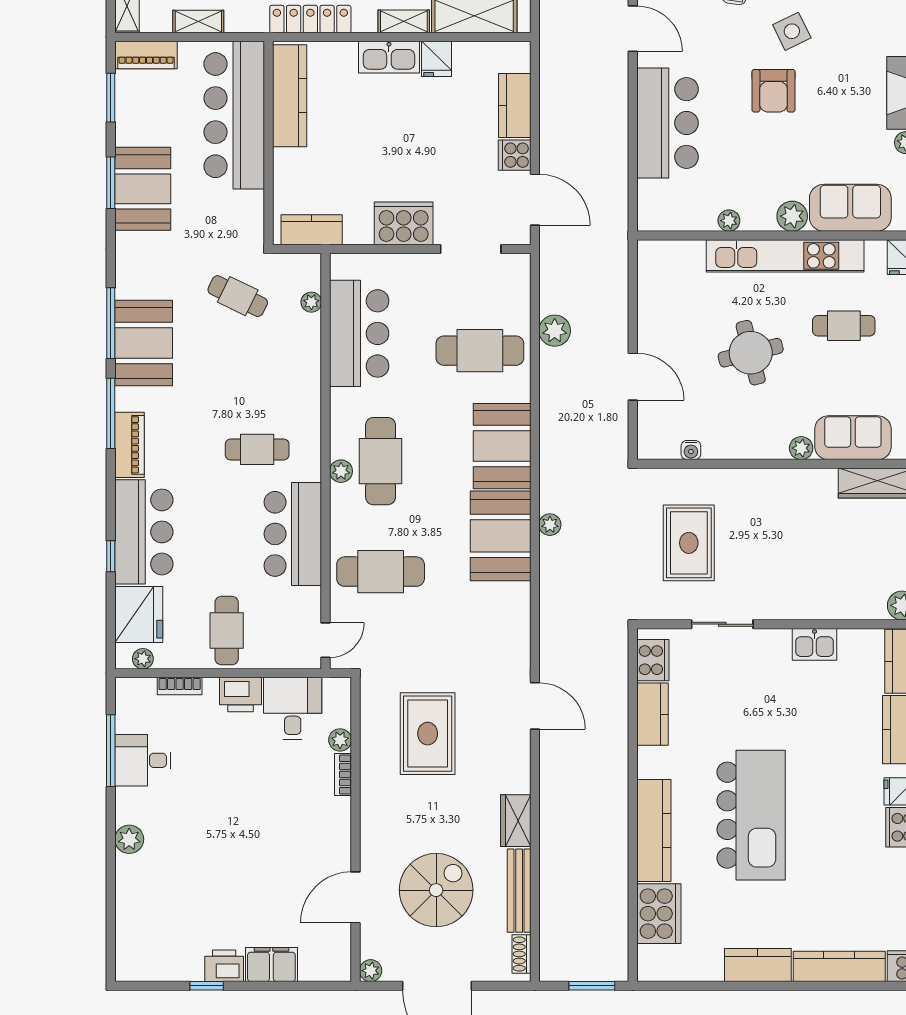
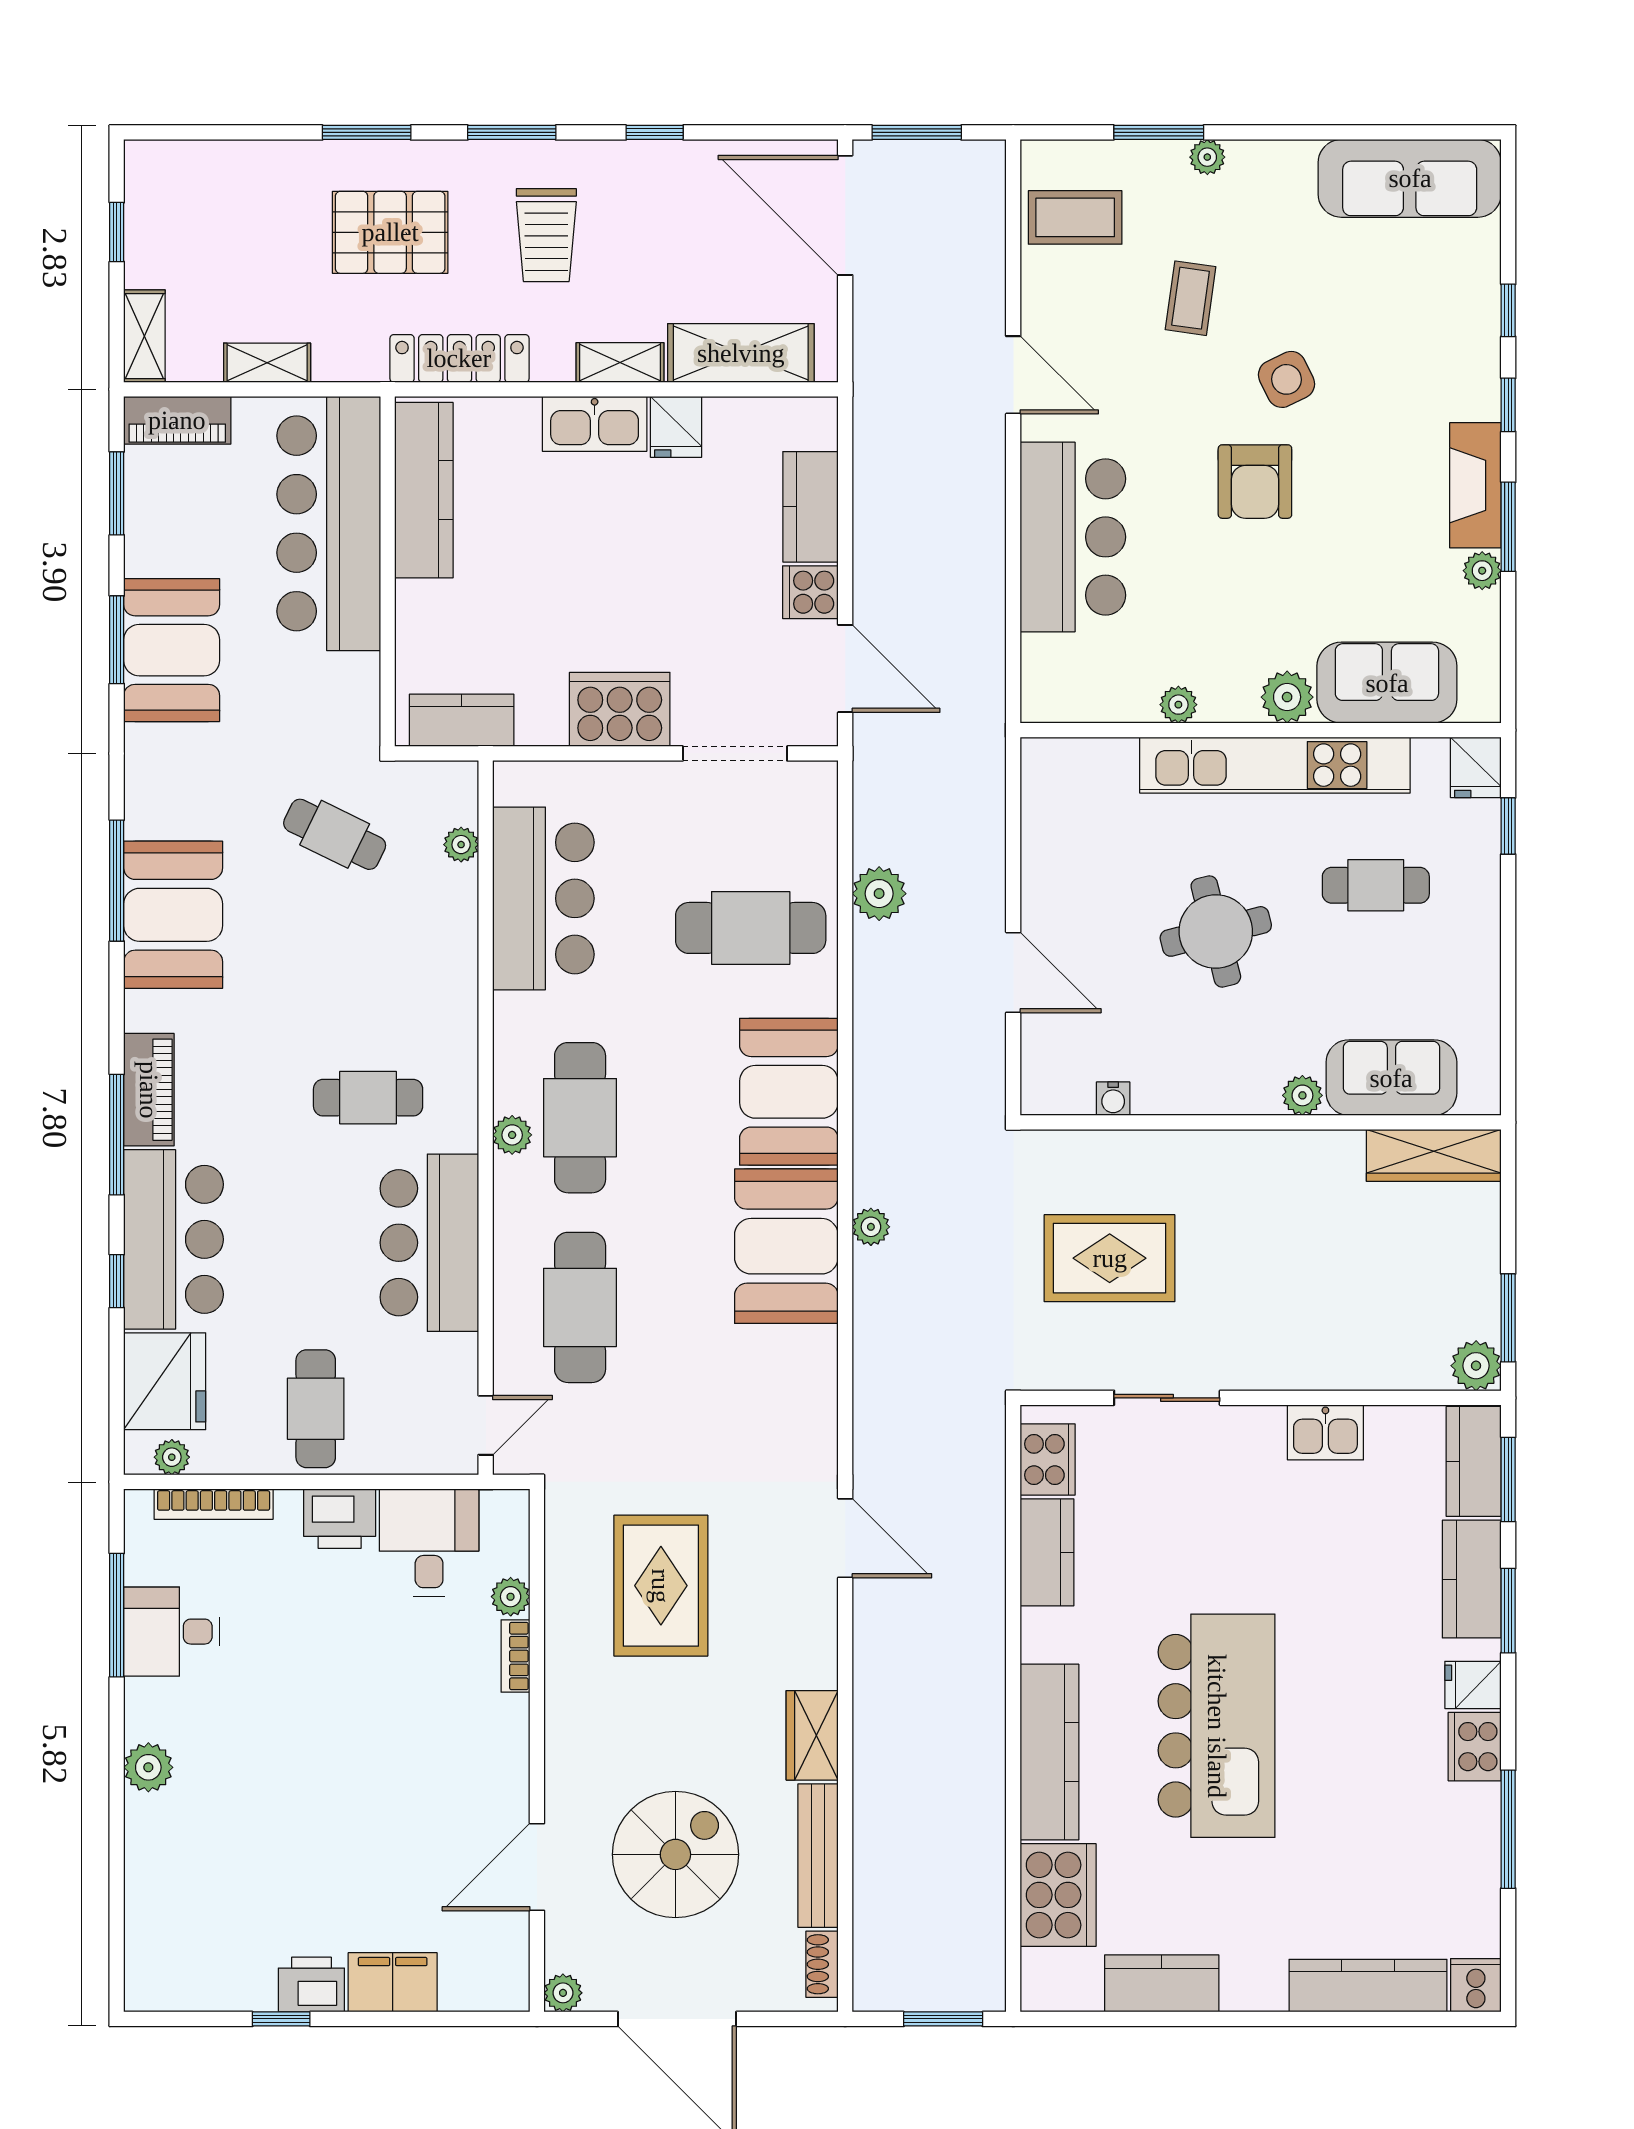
window: (111, 413) -> (117, 1135), moved
rug: (689, 543) -> (1110, 1258), turned 90
cafe table: (381, 572) -> (580, 1307), turned 90
bookcase: (180, 686) -> (214, 1504), width x1.56
kitchen counter: (758, 965) -> (1162, 1983), moved

